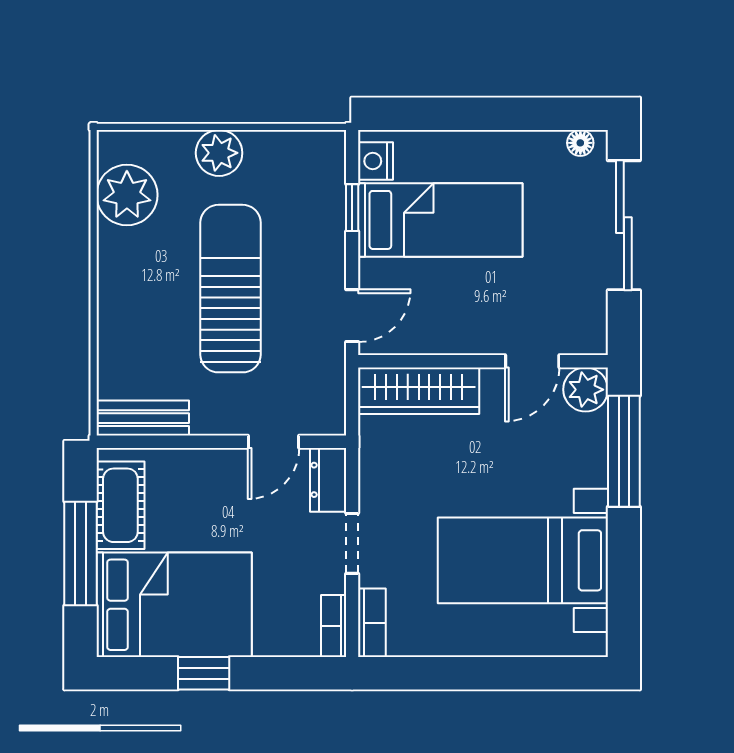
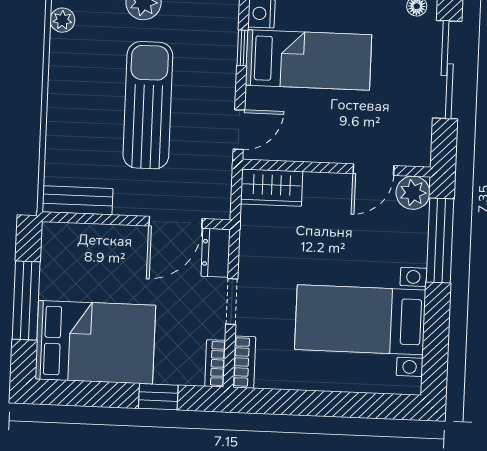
plant: (127, 195) -> (62, 20), width x0.53, depth x0.53
wardrobe: (419, 391) -> (272, 188), width x0.67
door: (273, 442) -> (176, 222), width x1.38
cot: (120, 505) -> (58, 265), removed
window: (204, 673) -> (158, 397), moved

